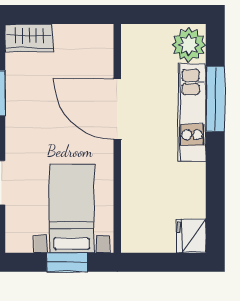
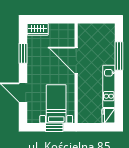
plant: (189, 45) -> (107, 32), removed
kitchen unit: (192, 112) -> (109, 86), moved

